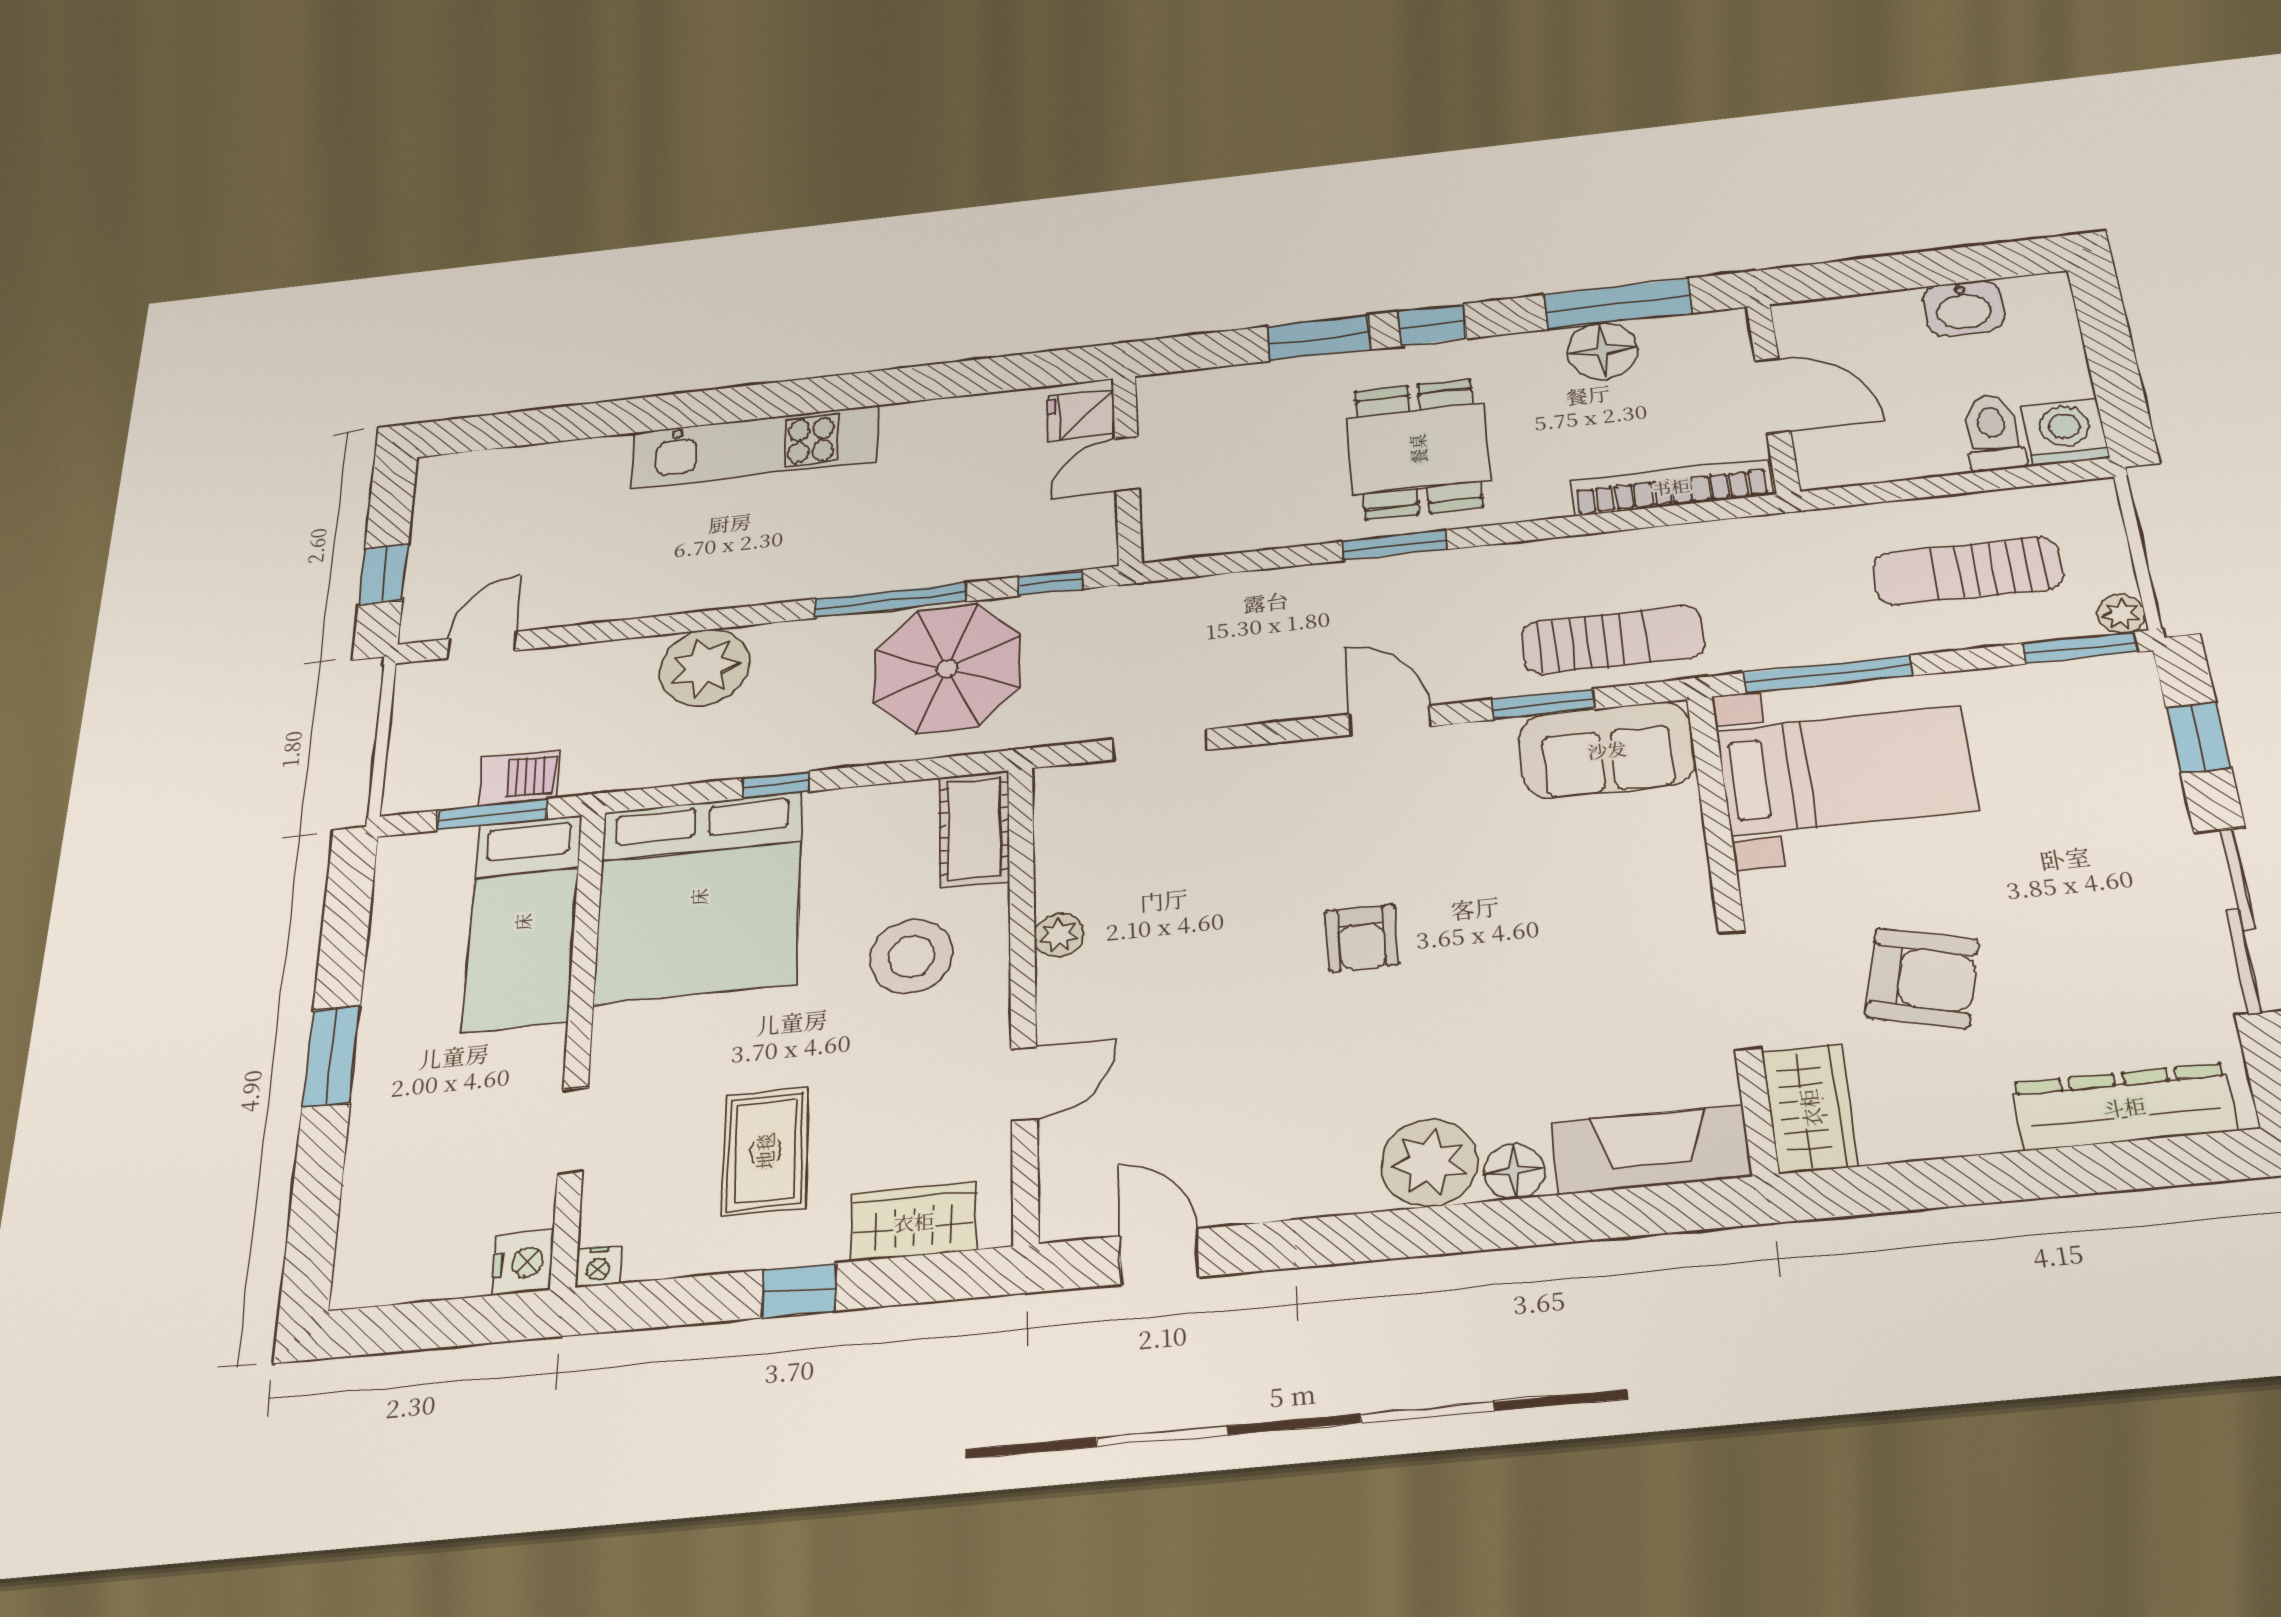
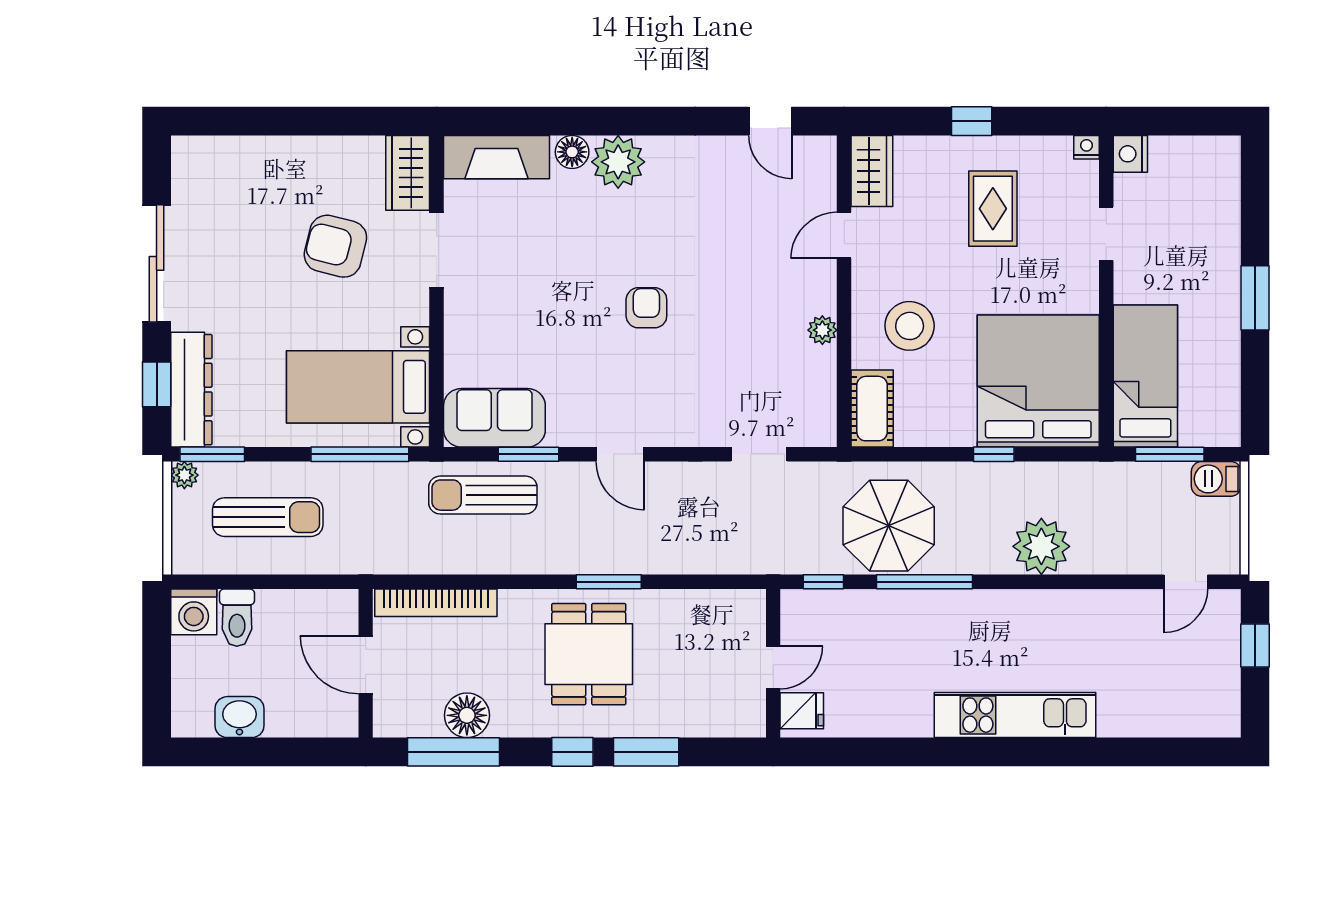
barbecue: (519, 778) -> (1216, 479), moved
dresser: (2124, 1107) -> (191, 390), moved, turned -90
wardrobe: (914, 1222) -> (872, 171), moved, turned -90

